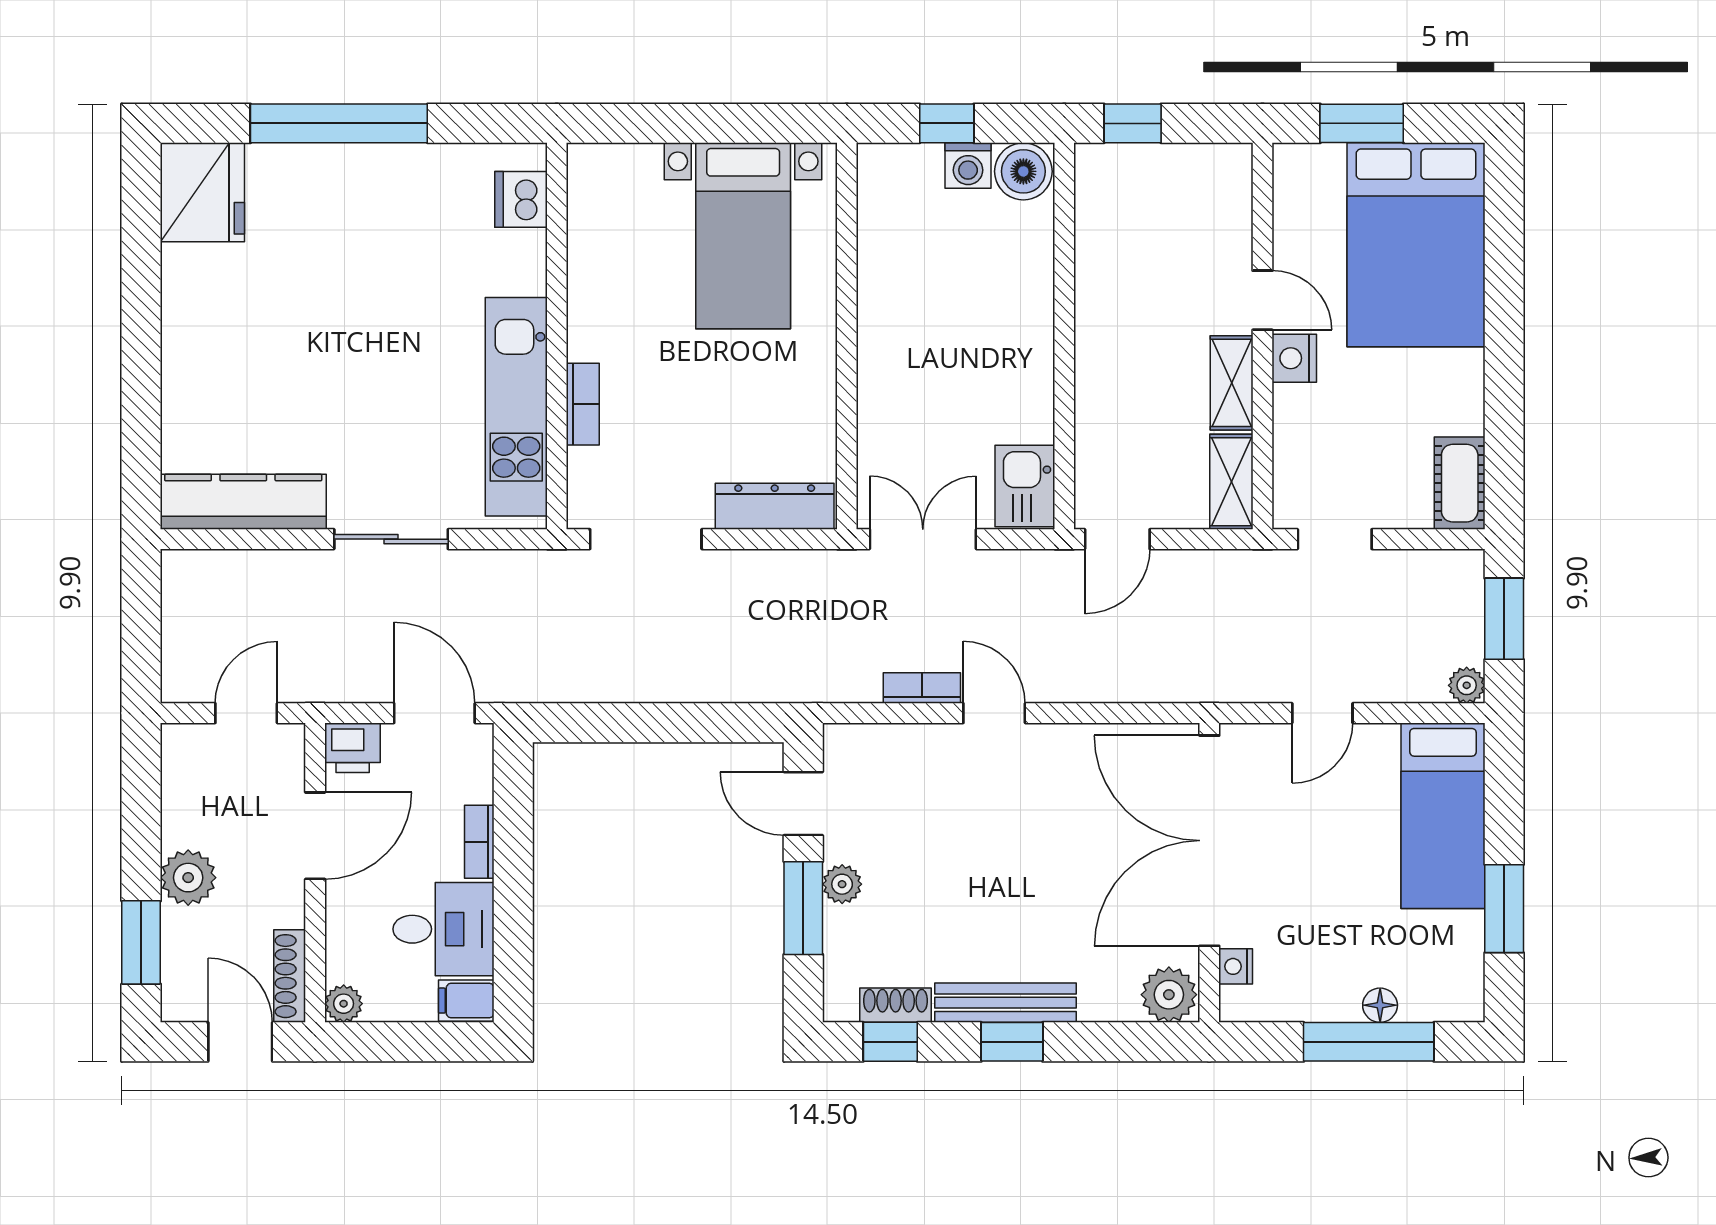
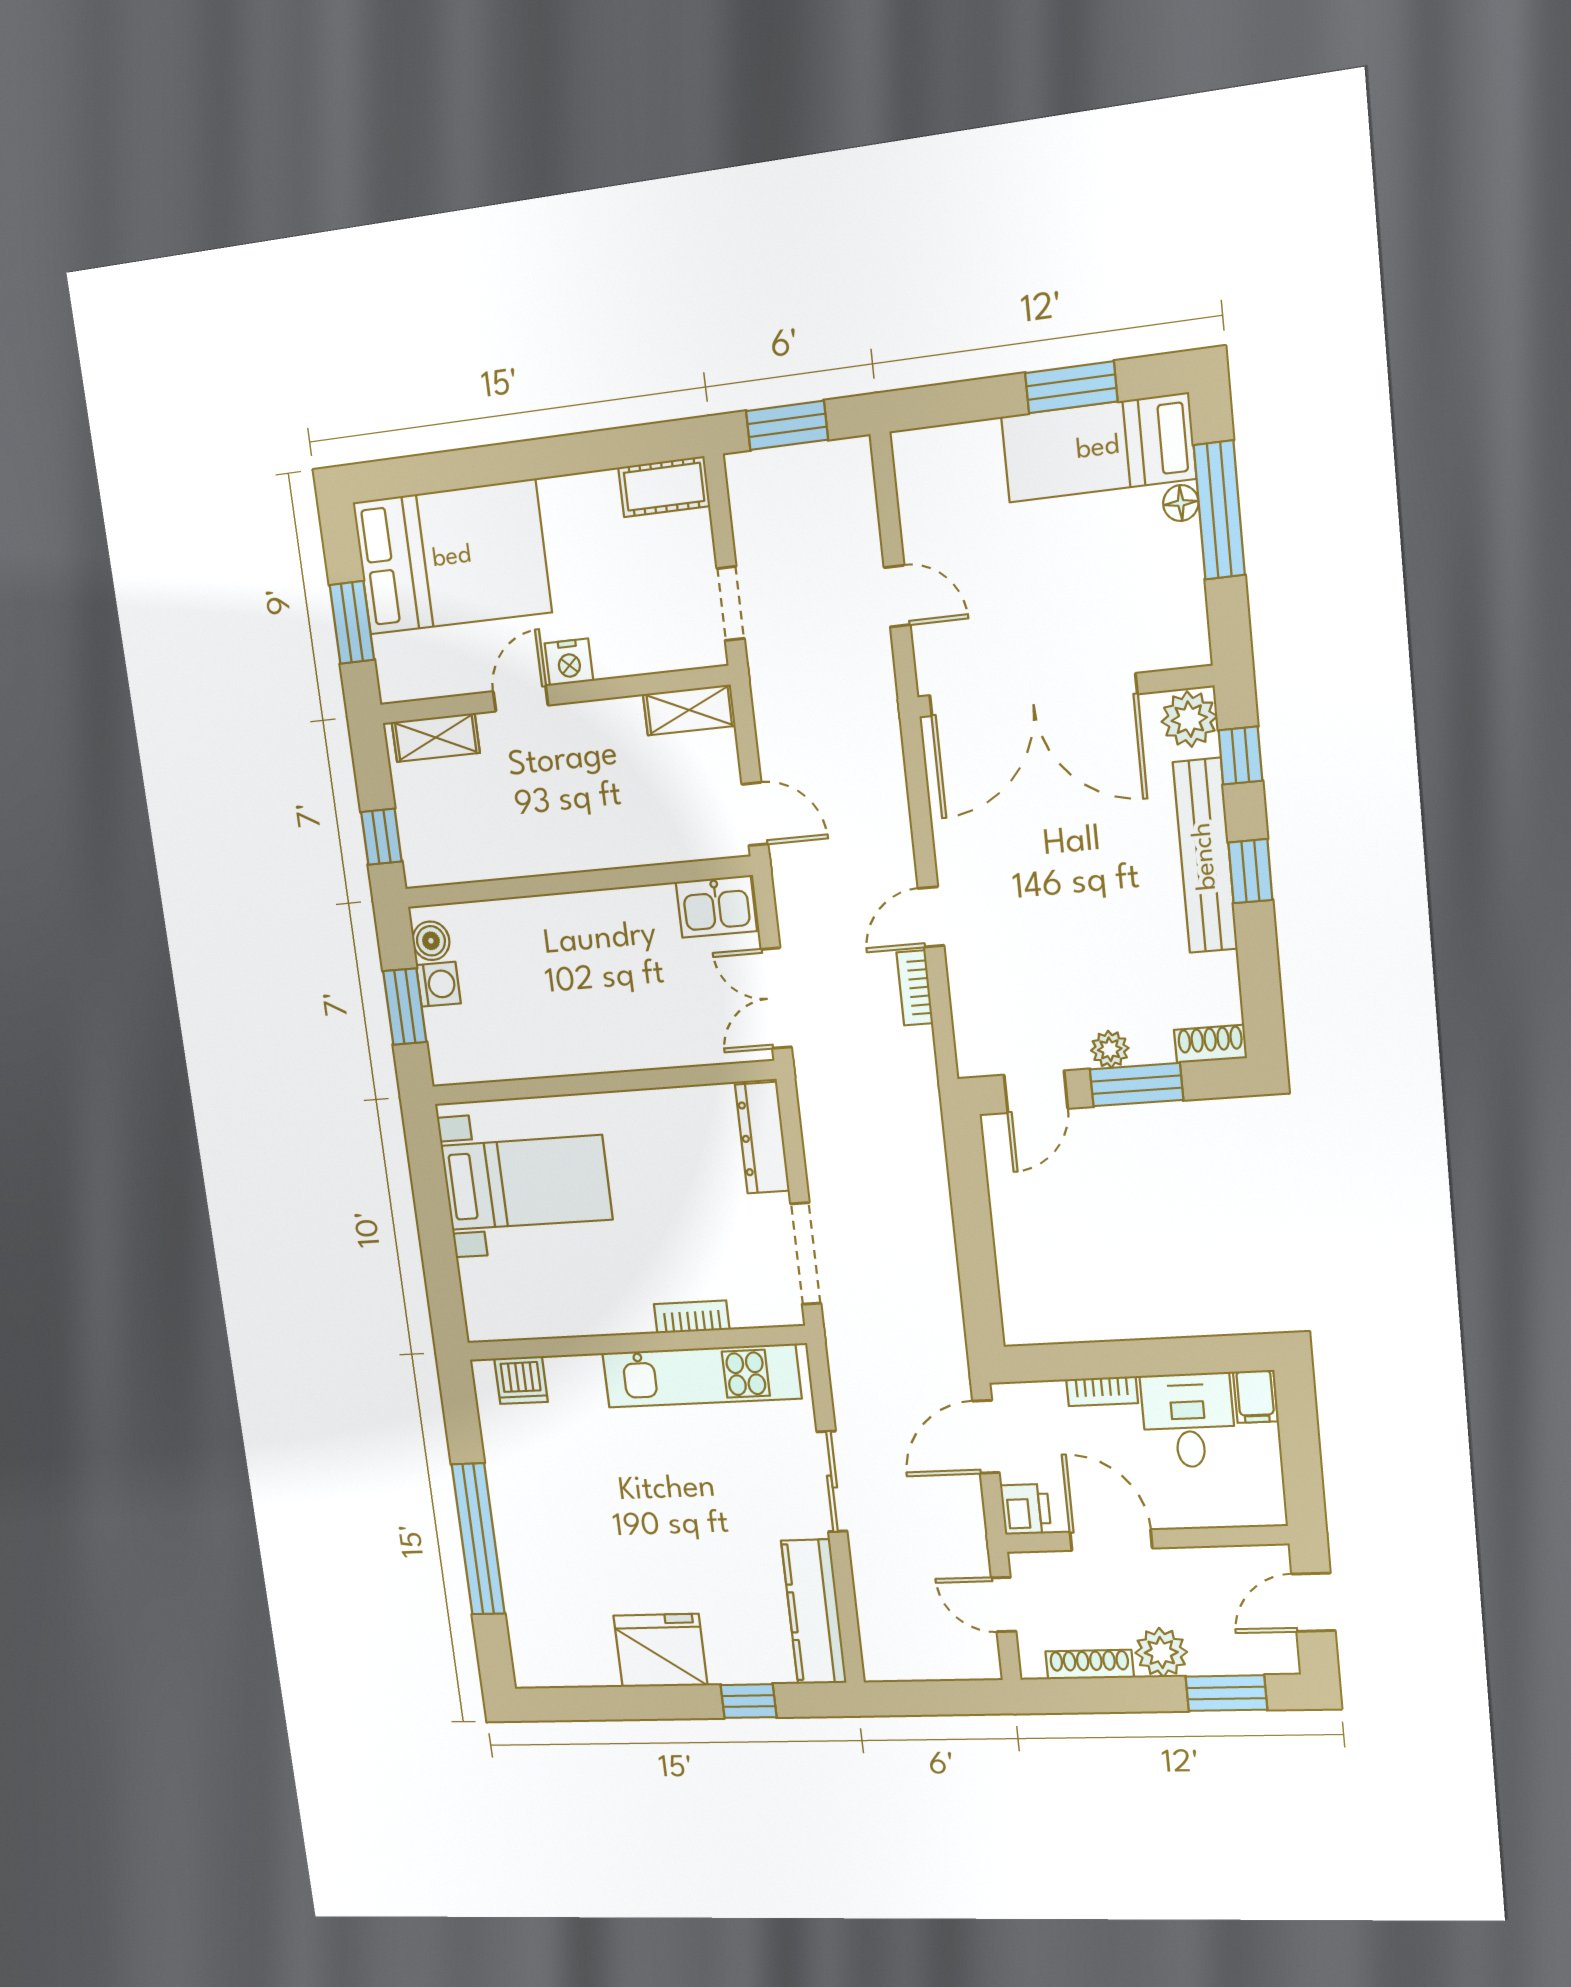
window: (947, 123) -> (405, 1007), width x1.50
boiler: (1023, 171) -> (431, 941), width x0.73, depth x0.73
fridge: (202, 192) -> (660, 1650), moved
shelving: (1232, 383) -> (436, 737), moved
window: (141, 415) -> (749, 1701), added
plant: (1467, 685) -> (855, 455), removed
bed: (1443, 816) -> (1098, 448), moved, turned 180
nightstand: (1236, 966) -> (1155, 655), removed
shoe rack: (290, 976) -> (1090, 1664), moved, turned 180
bench: (1006, 1003) -> (1205, 856), width x1.37, depth x1.21
plant: (344, 1004) -> (1268, 1509), removed
shoe rack: (896, 1005) -> (1210, 1044), moved, turned 90
window: (890, 1042) -> (1240, 755), moved

